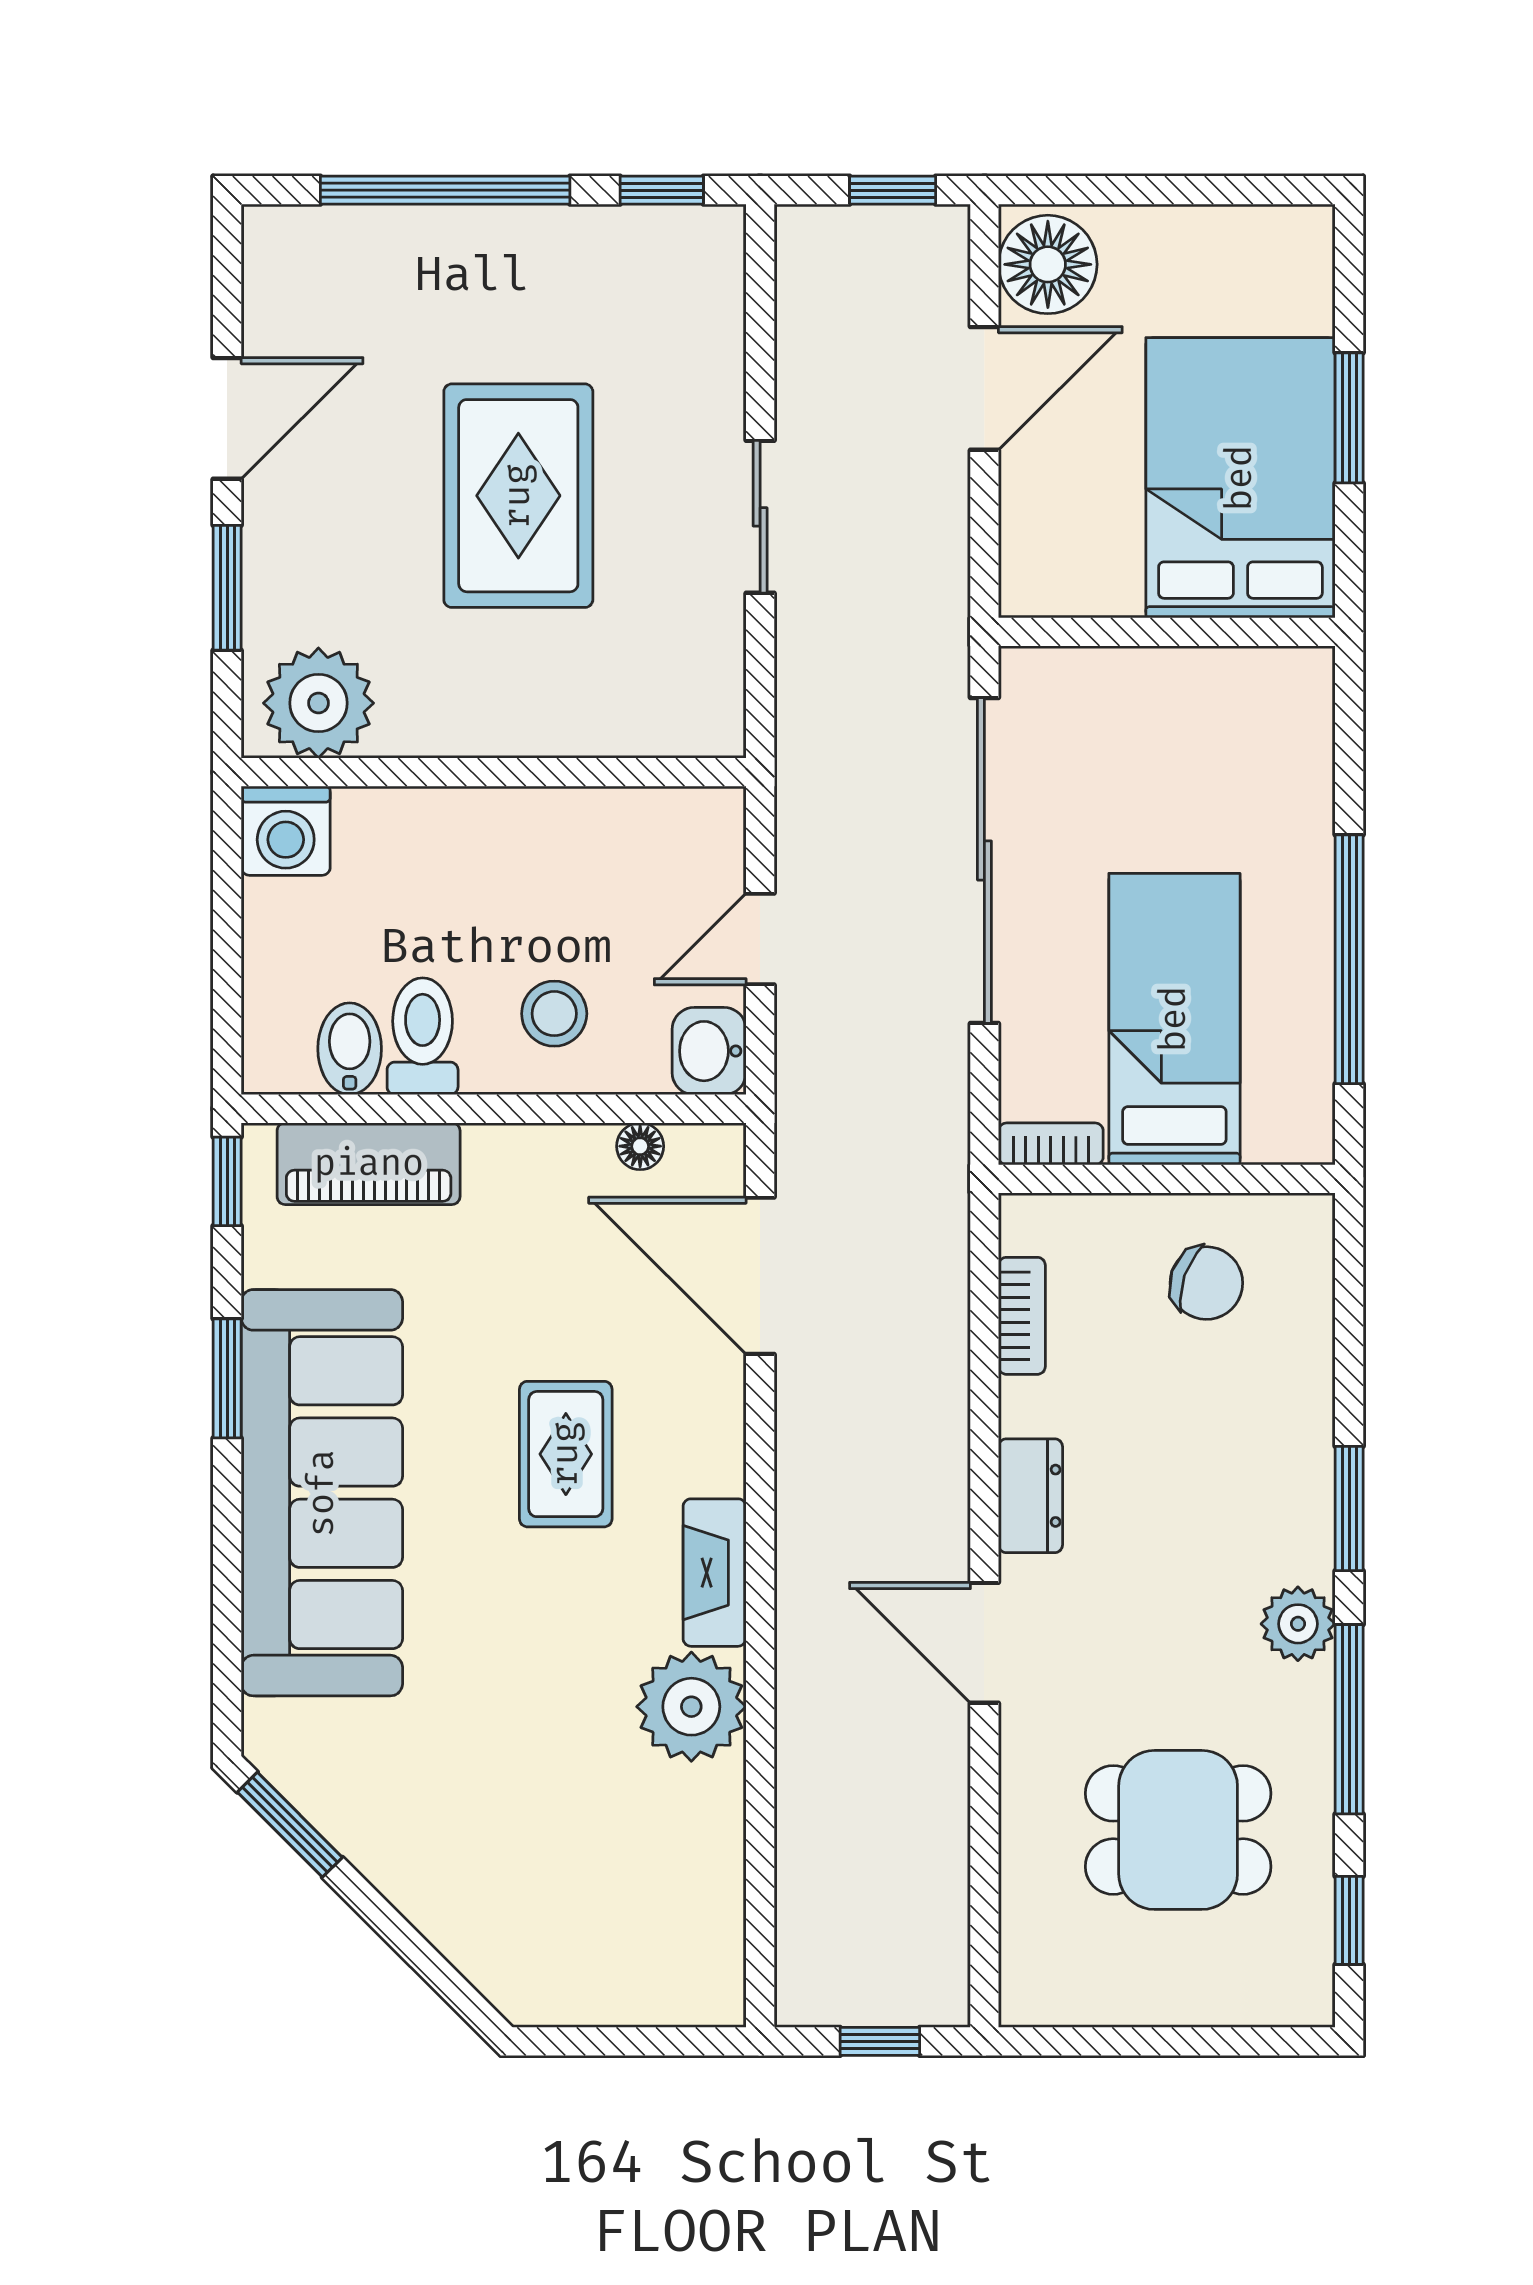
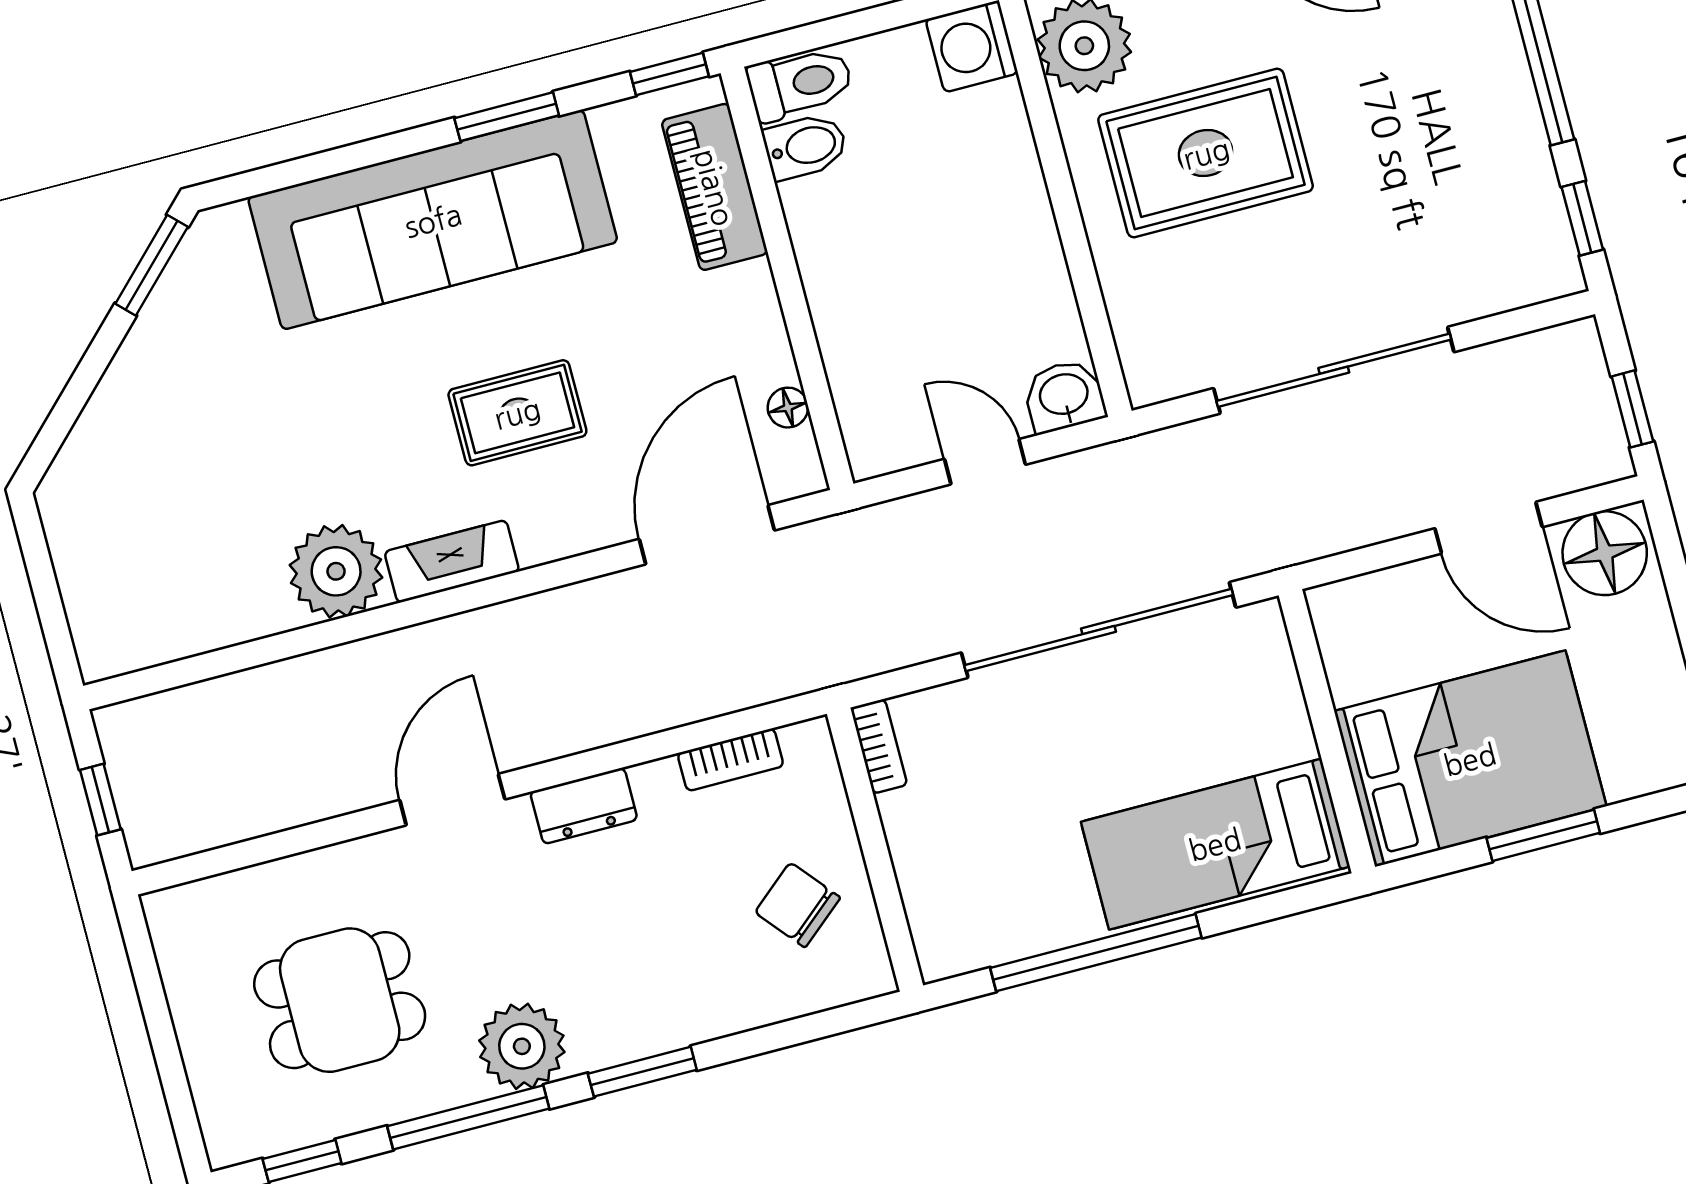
rug: (518, 496) -> (1206, 153), moved
sliding door: (760, 517) -> (1334, 370), width x1.86
stool: (554, 1014) -> (879, 308), removed
bed: (1174, 1019) -> (1215, 844), moved, turned 180
toilet: (423, 1036) -> (800, 83), moved
washbasin: (709, 1051) -> (1064, 396), moved
chair: (1206, 1283) -> (798, 905), turned 121
plant: (1298, 1624) -> (522, 1046), width x1.36, depth x1.36
dining table: (1178, 1830) -> (340, 1000), turned 90

